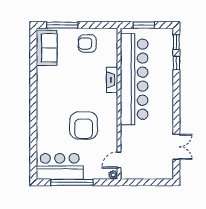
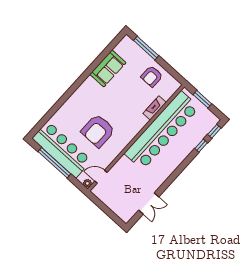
armchair: (87, 43) -> (152, 76), turned -90
sofa: (47, 48) -> (108, 68), moved
fireplace: (112, 80) -> (155, 108), moved
bar counter: (60, 166) -> (62, 149), width x1.36

